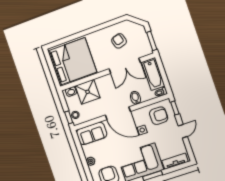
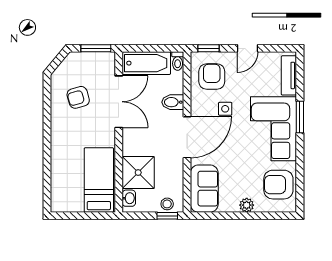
bed: (72, 61) -> (99, 180), width x0.49
door: (183, 131) -> (247, 48), swing flipped

